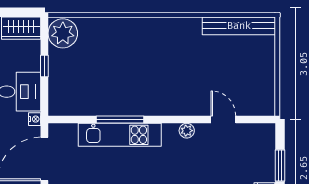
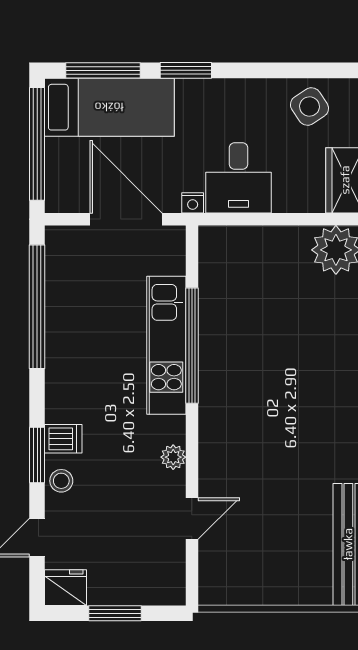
window: (44, 66) -> (281, 219), removed
window: (120, 119) -> (192, 346), width x1.46

